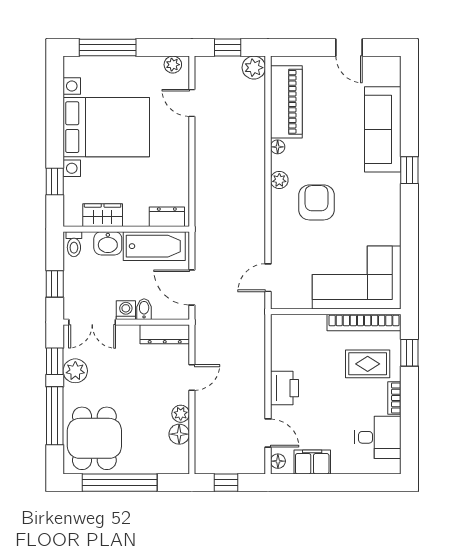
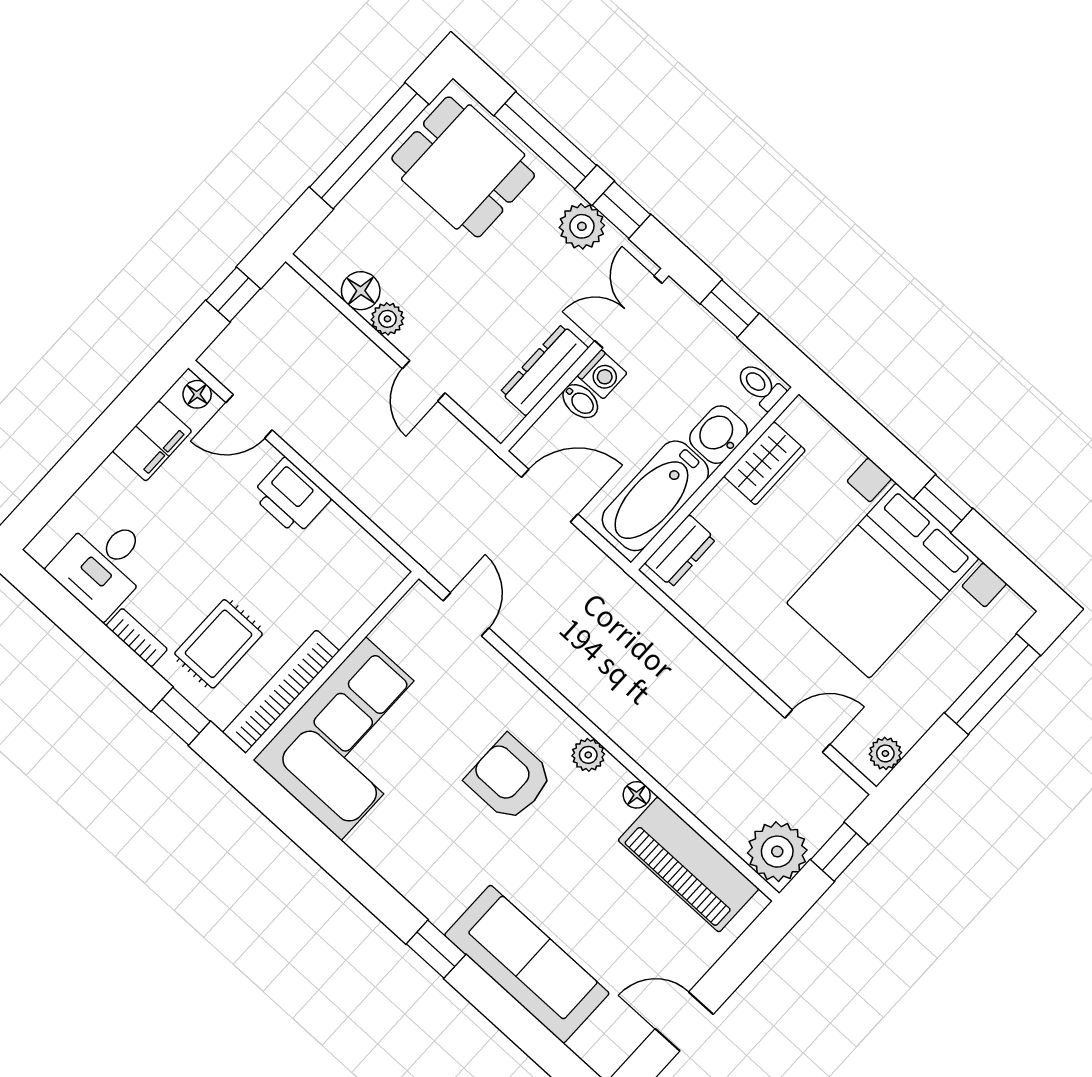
plant: (254, 68) -> (777, 852), width x1.36, depth x1.36
window: (55, 182) -> (943, 503), moved
armchair: (316, 202) -> (509, 778), turned 180
dresser: (165, 334) -> (544, 370), moved

